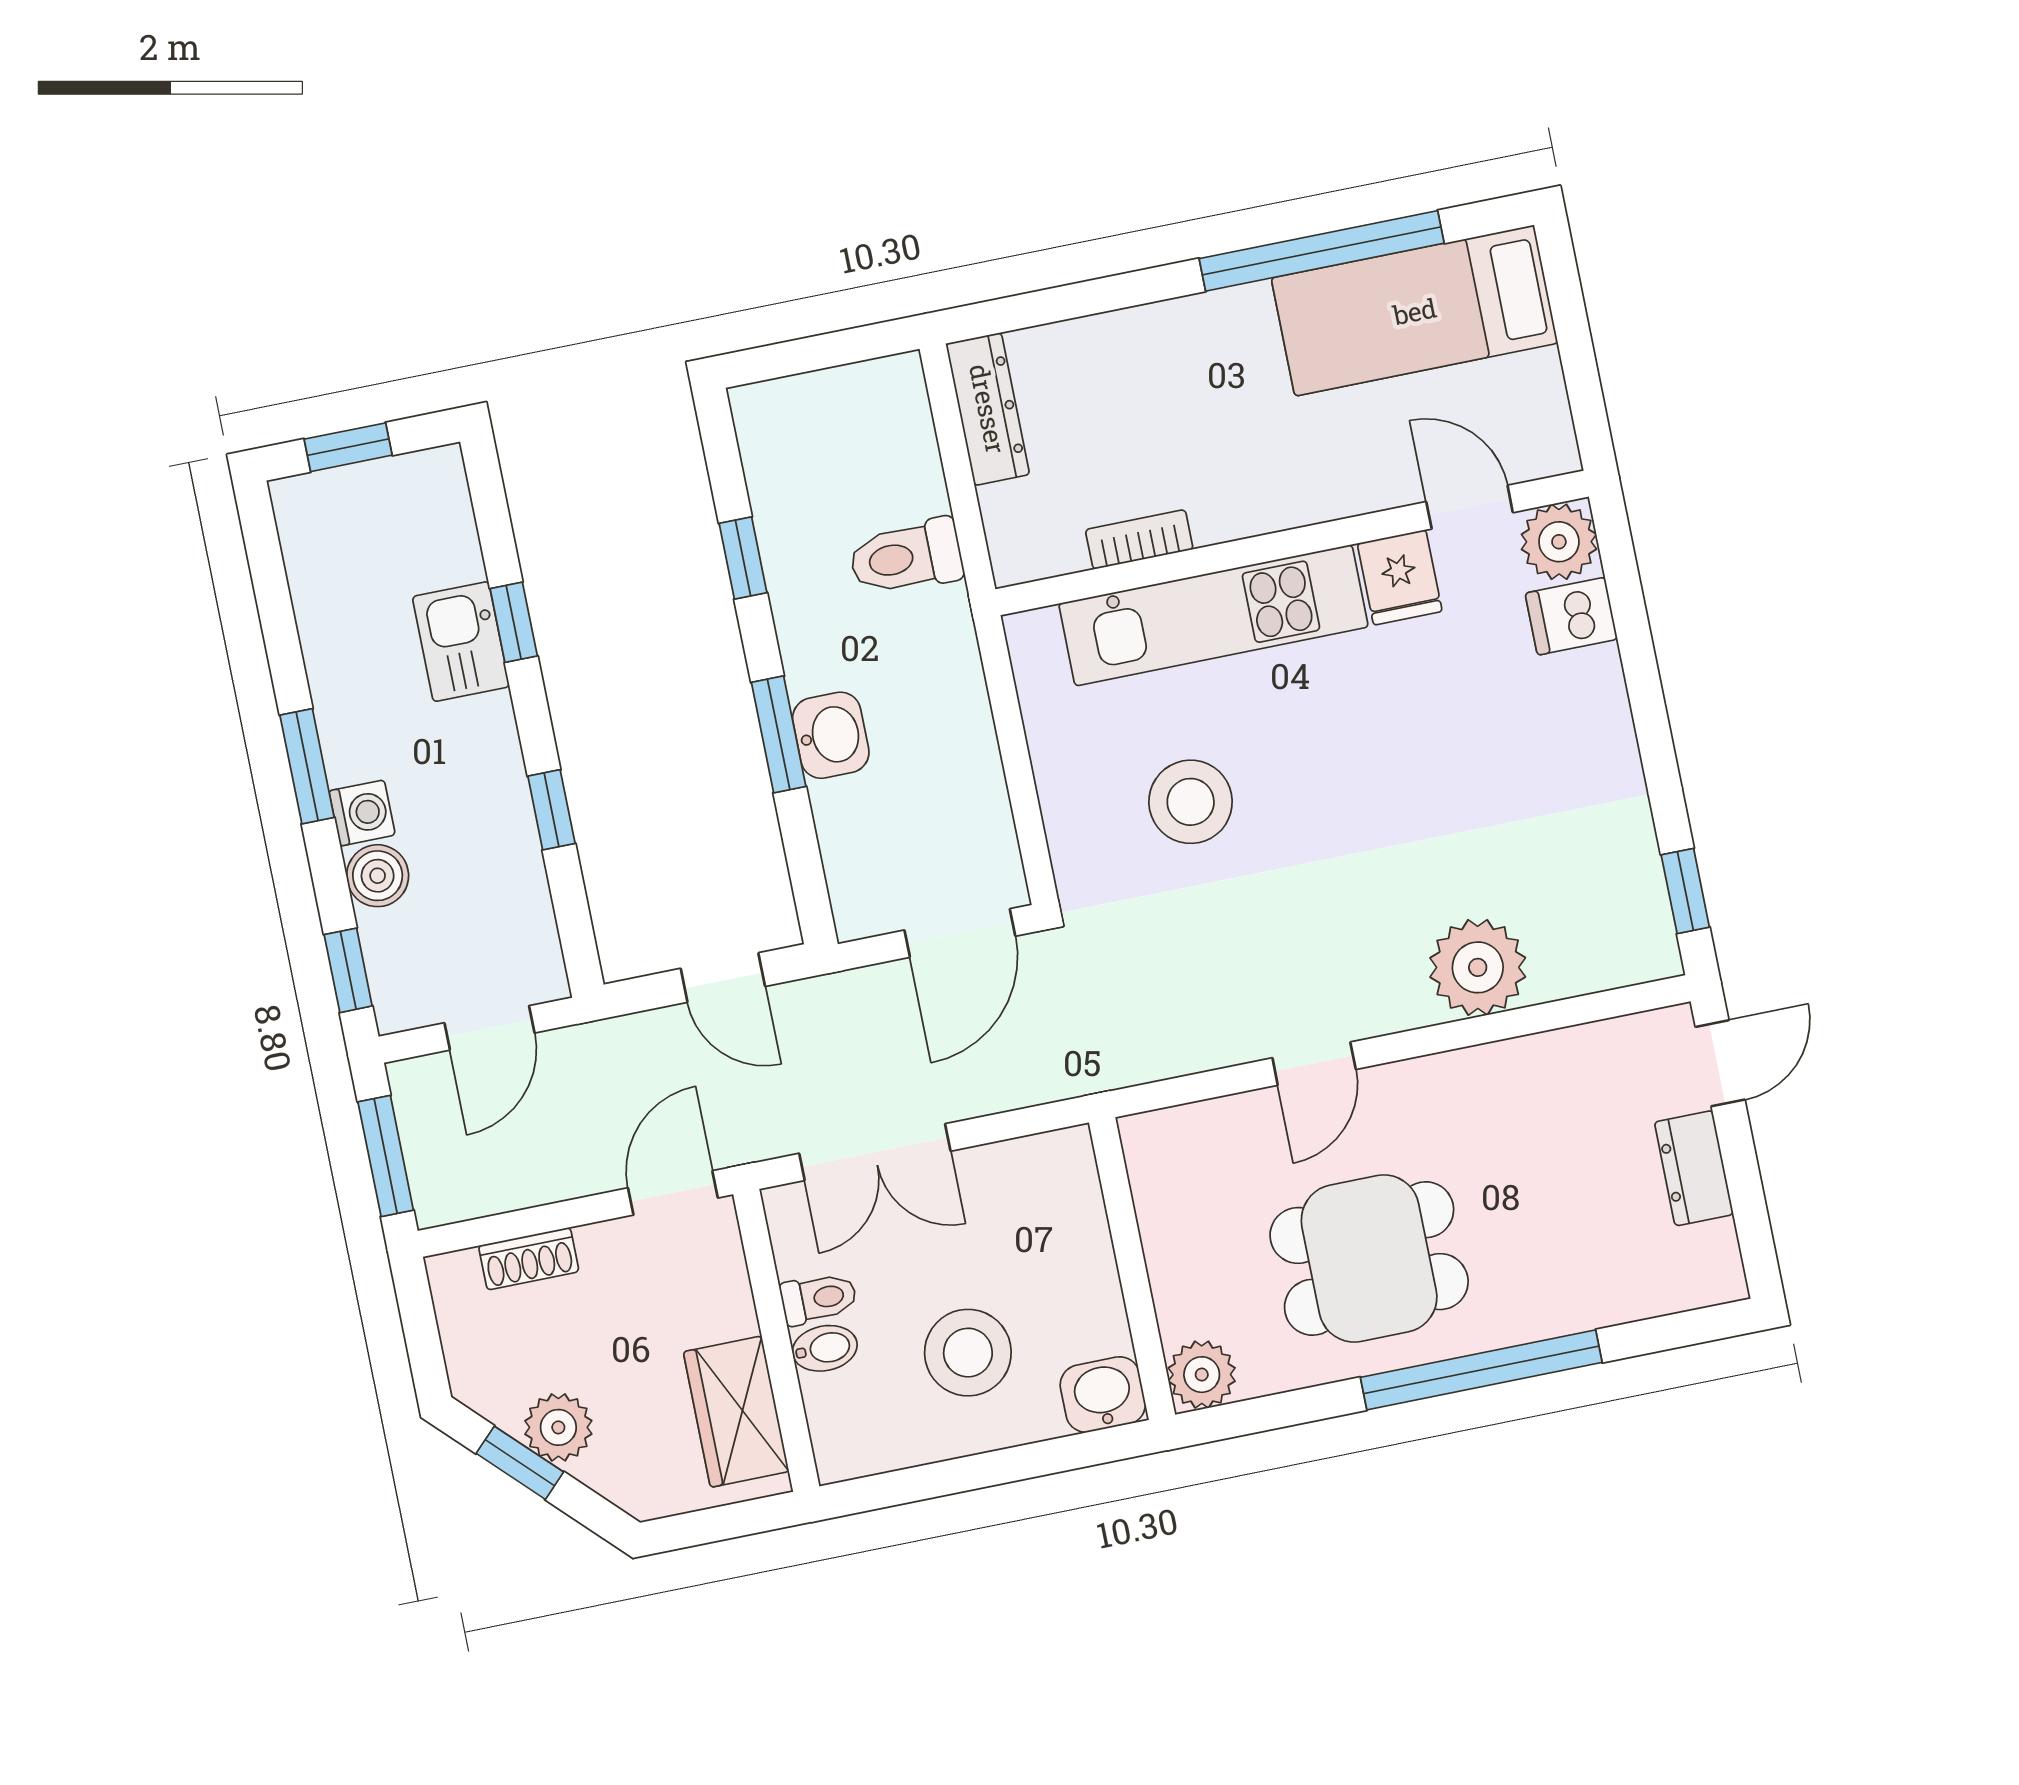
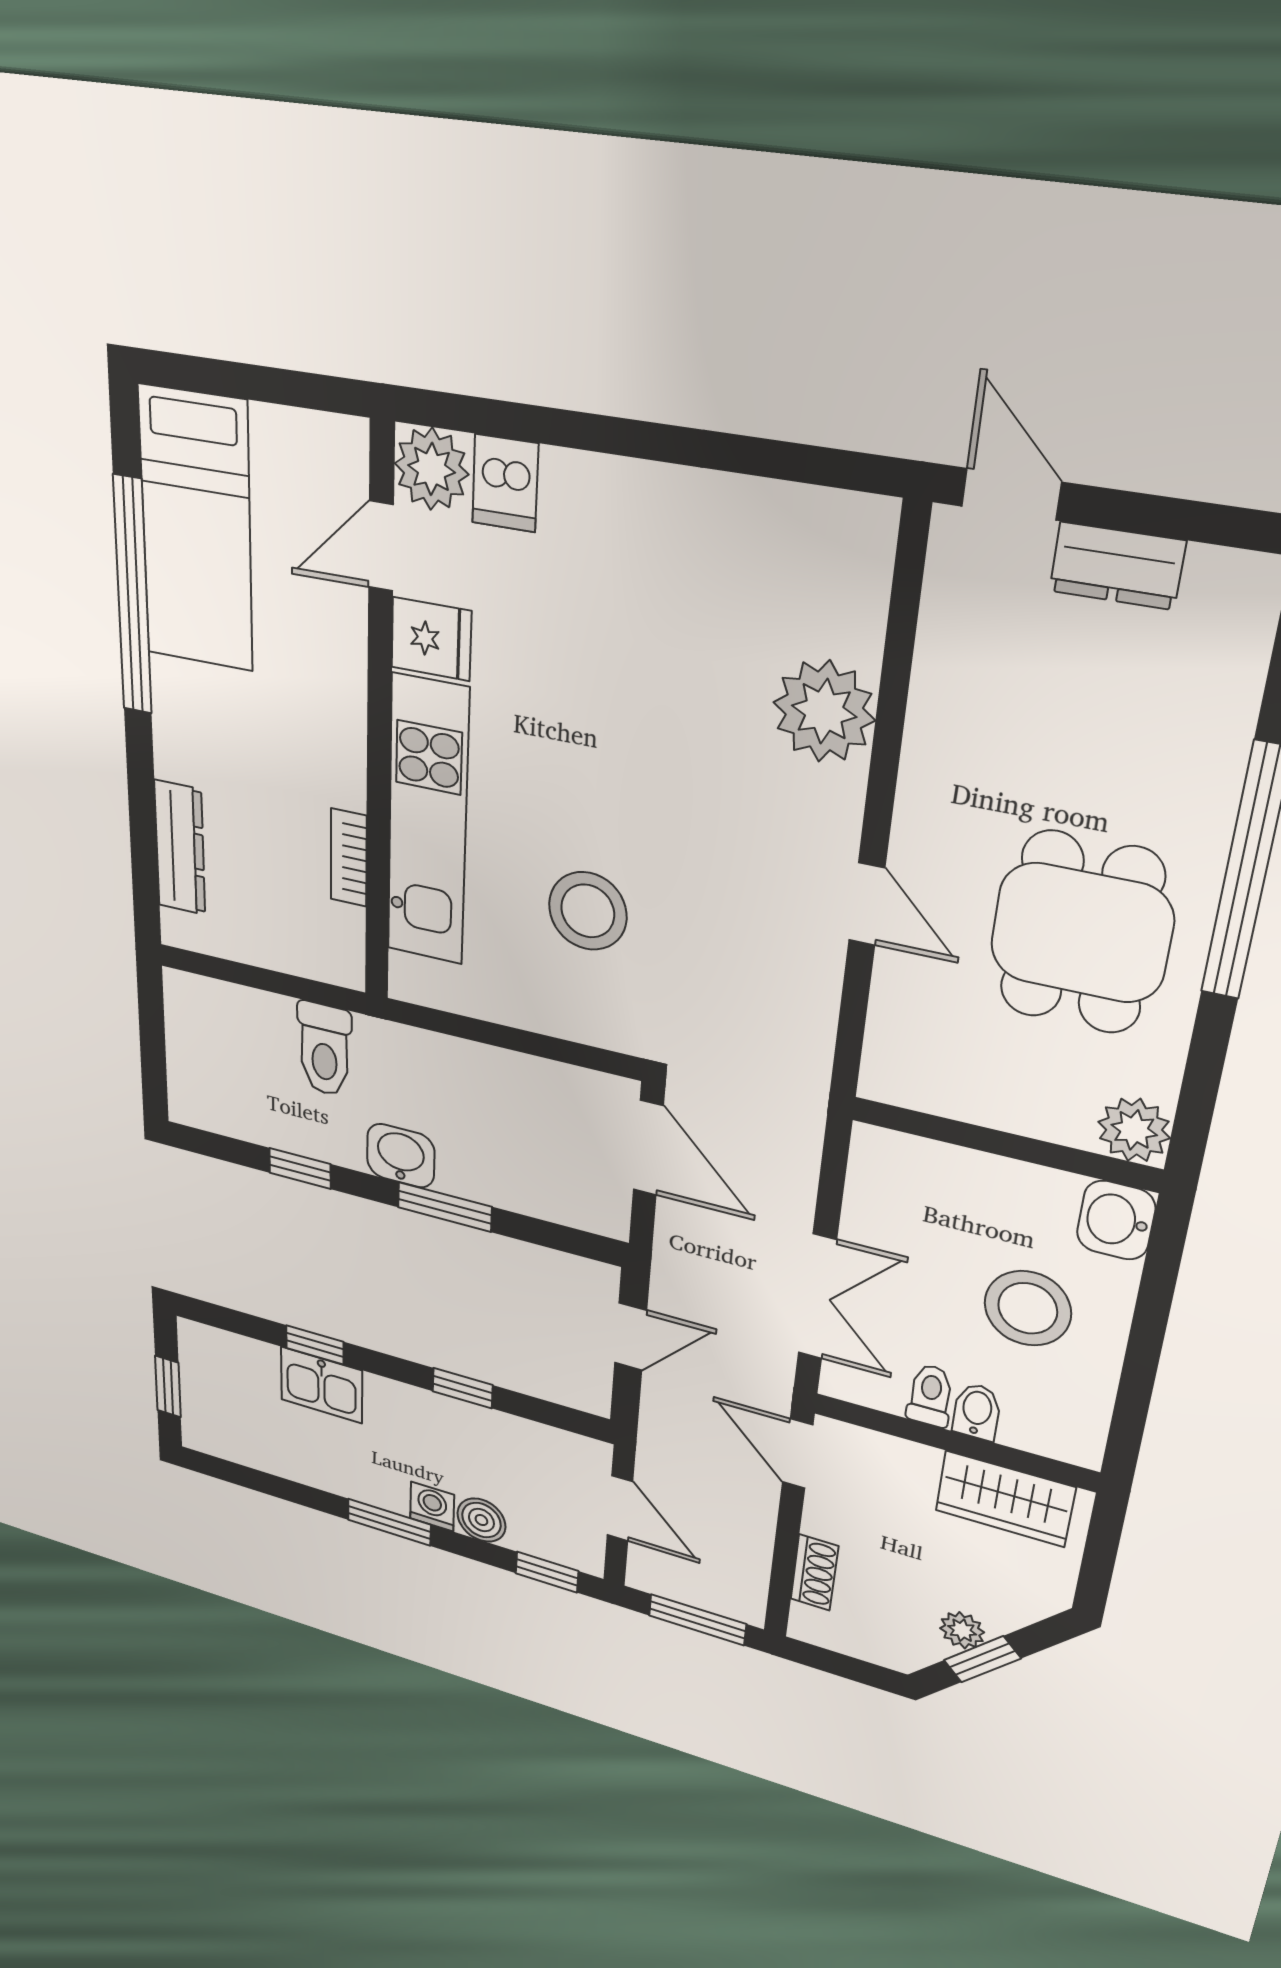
dresser: (988, 409) -> (180, 848), moved, turned 90
washbasin: (831, 735) -> (401, 1156), moved
window: (1685, 891) -> (813, 465), removed
plant: (558, 1427) -> (962, 1630), width x0.73, depth x0.73

